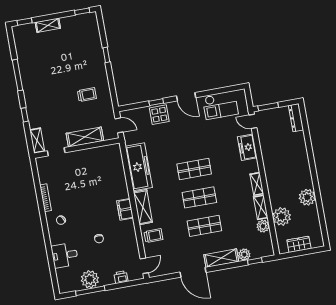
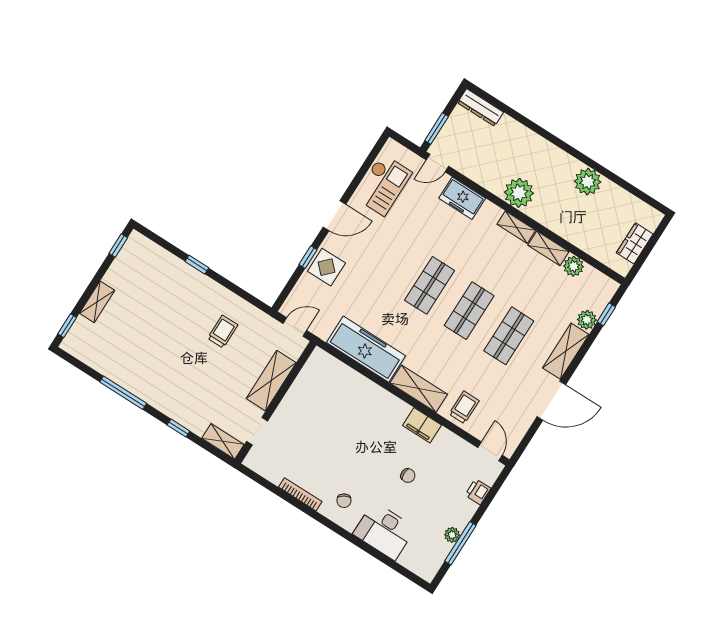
filing cabinet: (125, 209) -> (422, 425), moved
plant: (282, 217) -> (519, 193), moved
desk: (65, 255) -> (384, 531), width x1.37
plant: (90, 279) -> (452, 535), width x0.53, depth x0.53

